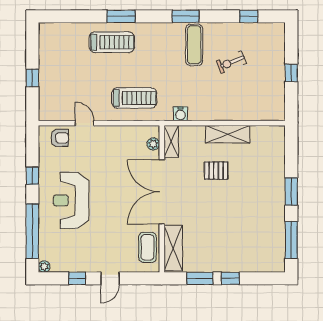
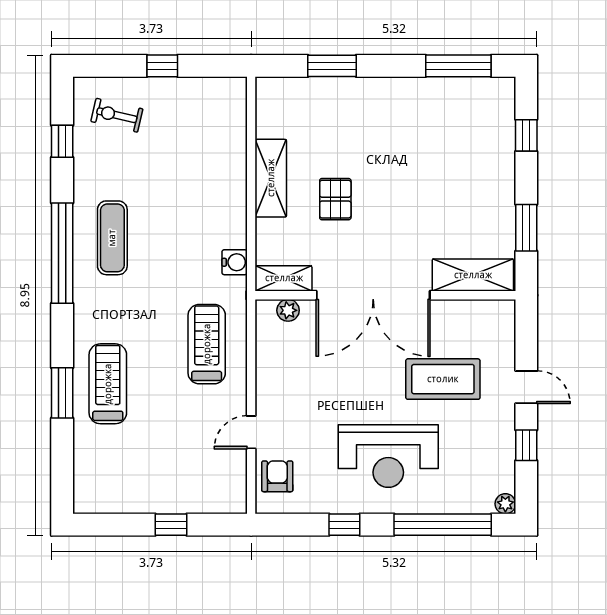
window: (121, 16) -> (62, 393), moved
window: (186, 16) -> (62, 253), width x2.11
exercise mat: (194, 45) -> (112, 238), turned 90
exercise bike: (231, 62) -> (117, 115), moved, turned 125
window: (291, 192) -> (332, 66), moved
coffee table: (147, 247) -> (443, 379), moved, width x1.36, depth x1.32
window: (230, 278) -> (526, 135), moved

